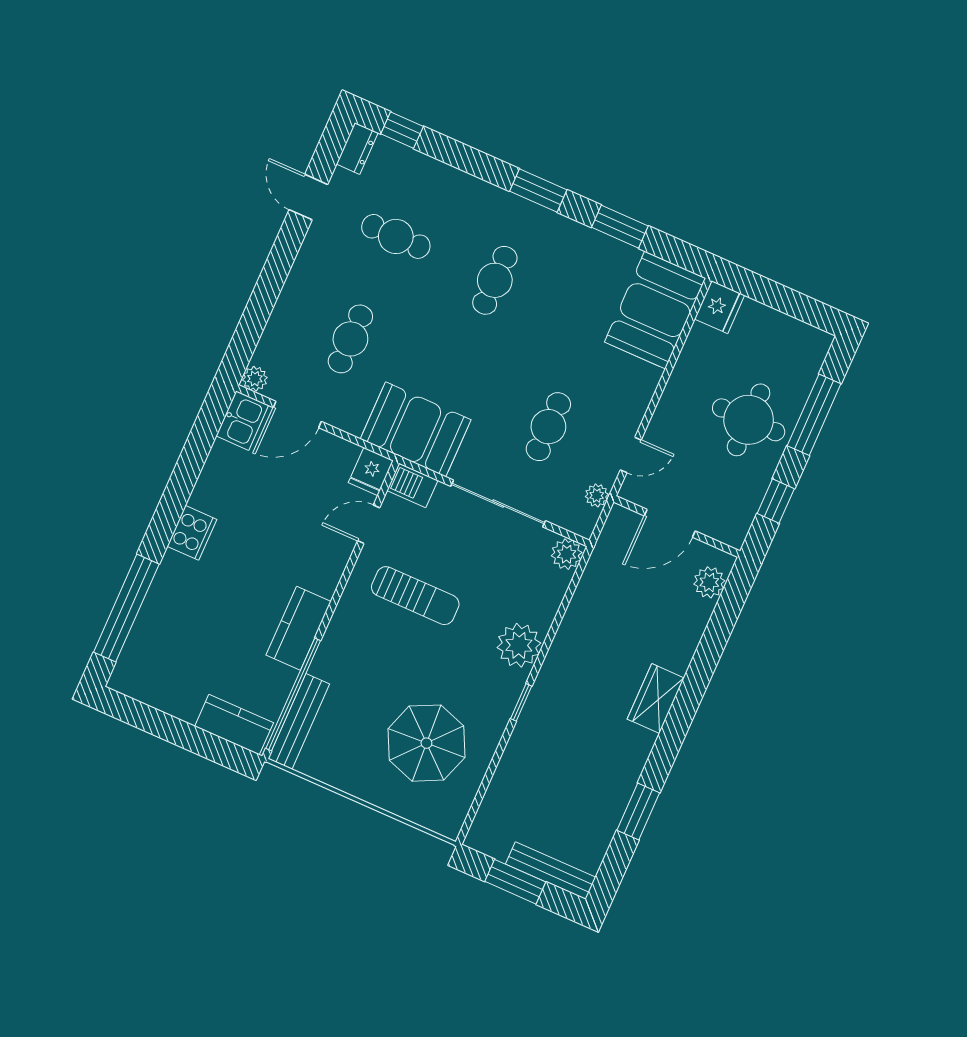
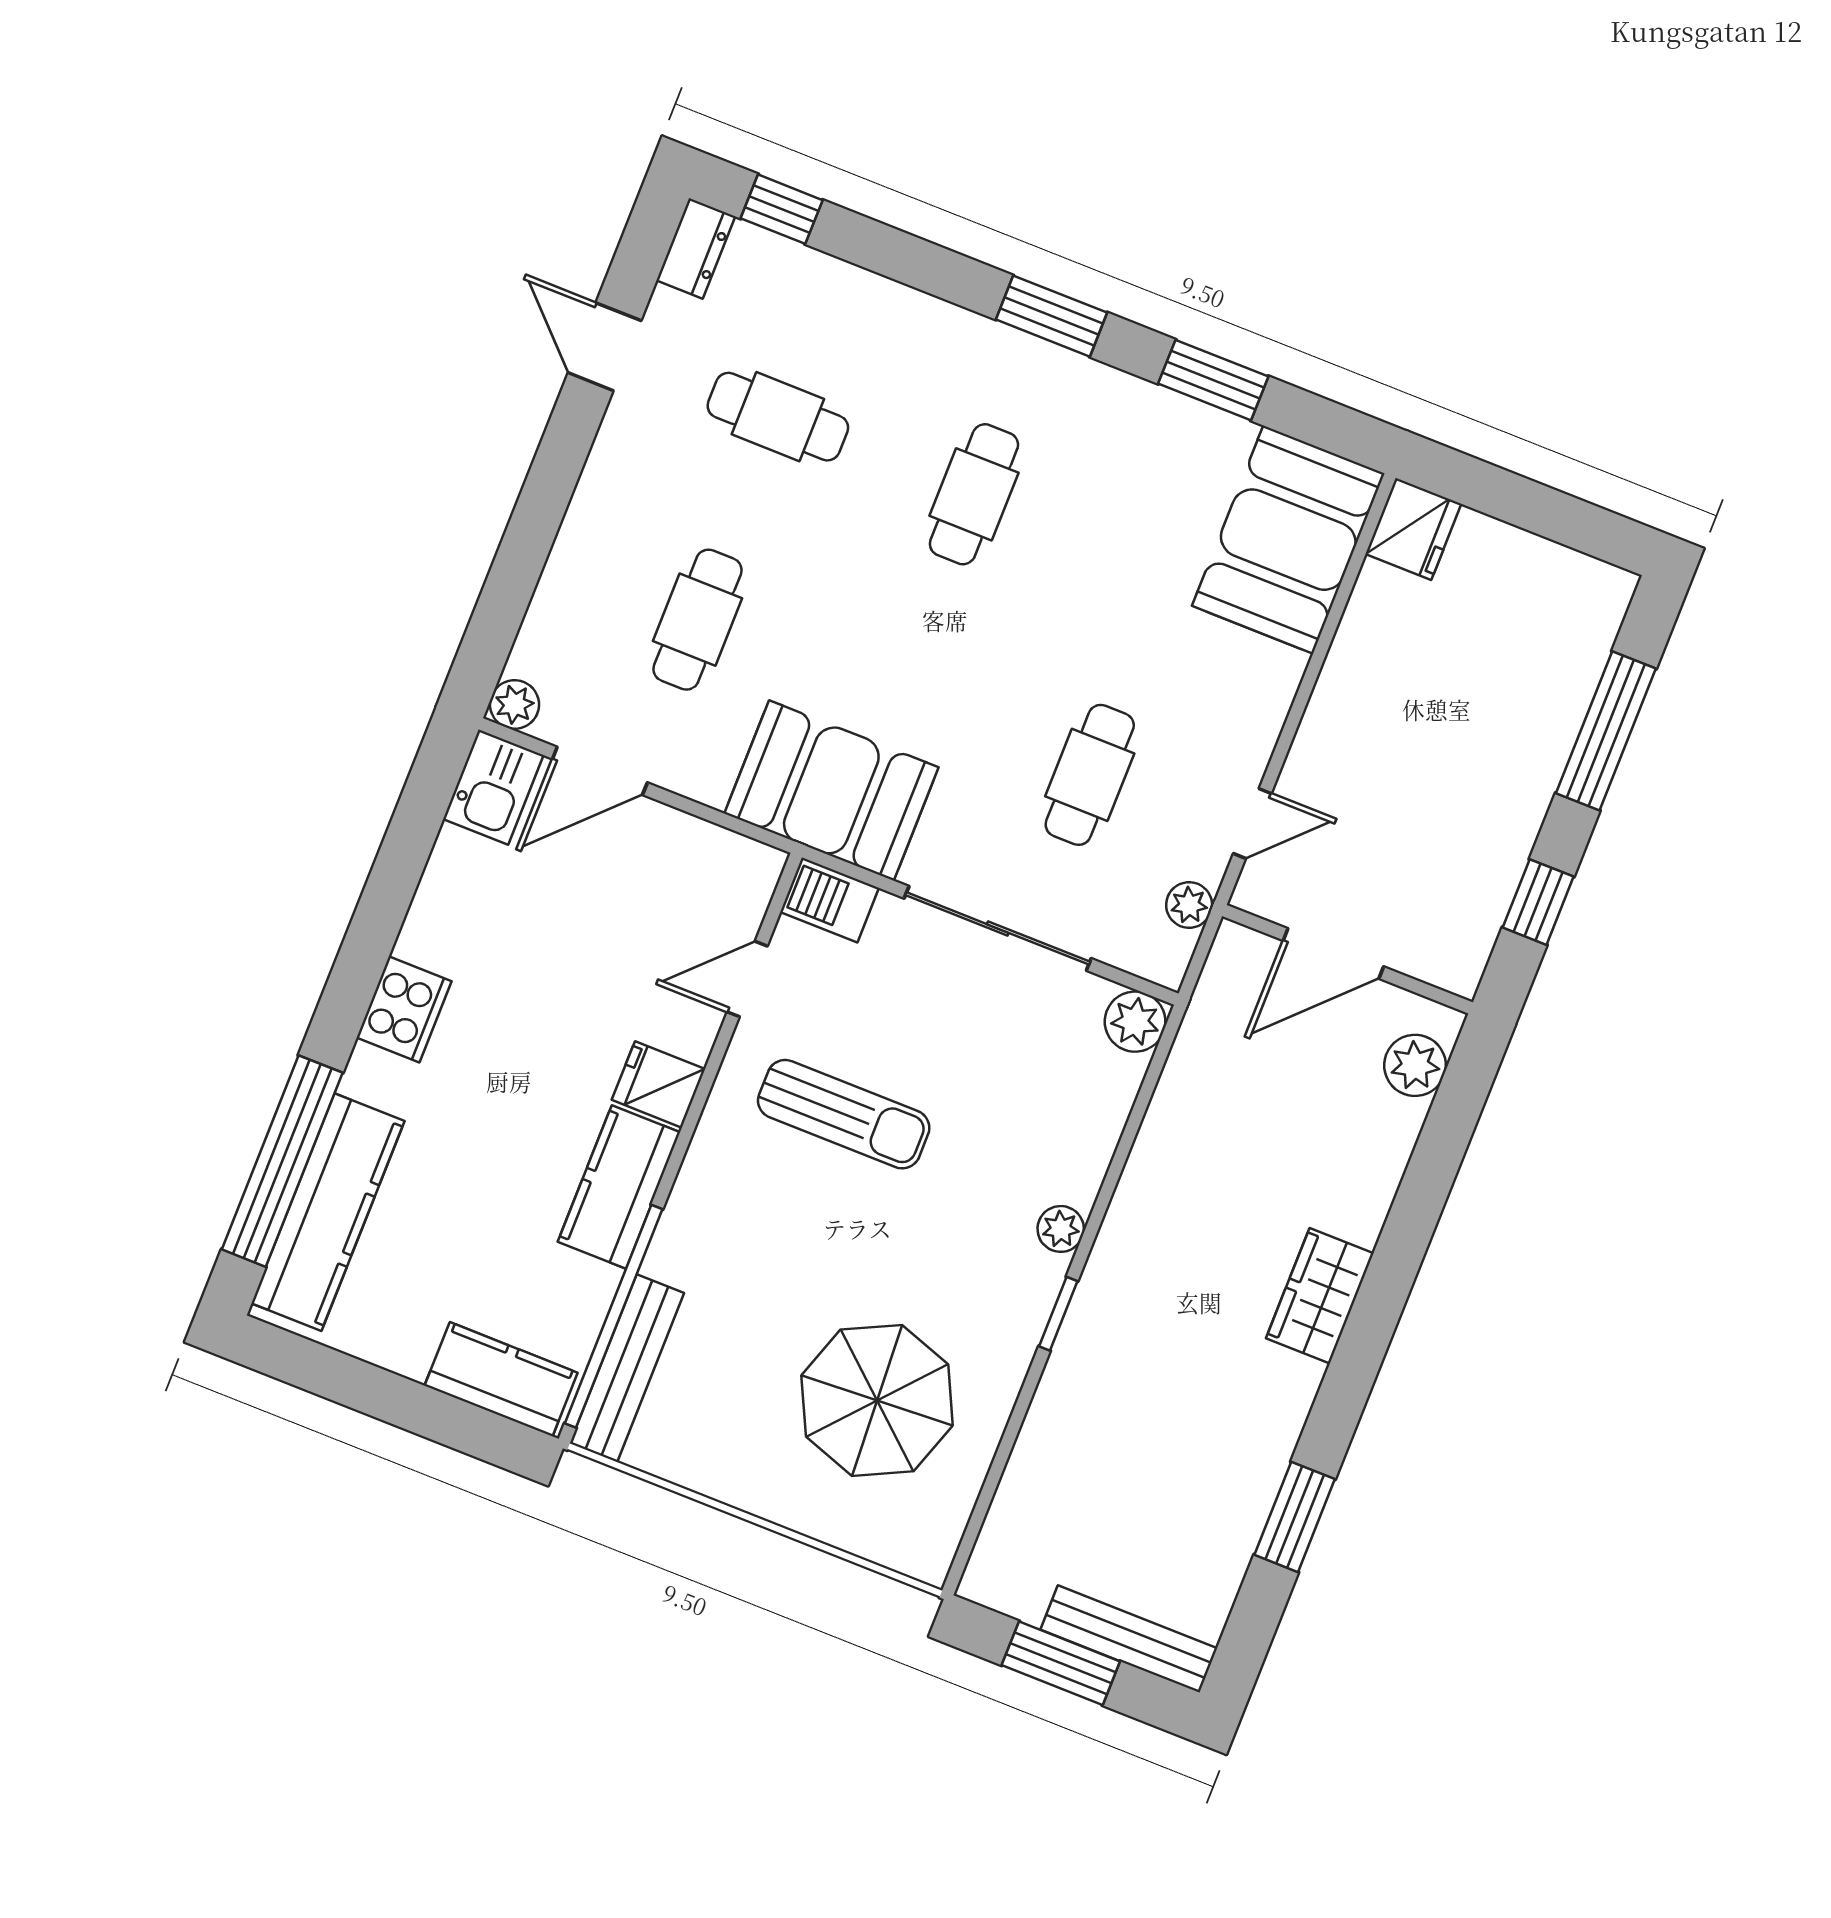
round table: (749, 420) -> (1479, 746), removed
fridge: (371, 472) -> (658, 1084), moved, turned 90
kitchen counter: (149, 635) -> (328, 1212), added
plant: (519, 645) -> (1061, 1229), width x0.53, depth x0.53

